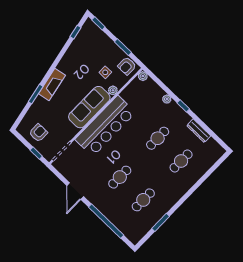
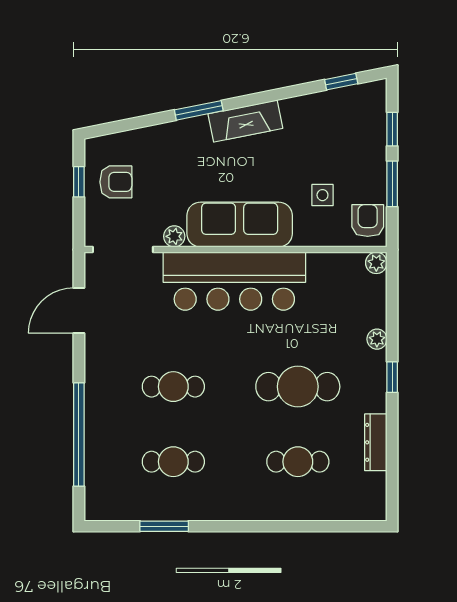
window: (98, 23) -> (392, 129), moved
armchair: (127, 66) -> (368, 221), turned 90
fireplace: (52, 85) -> (245, 121), moved
plant: (113, 90) -> (174, 236), moved
window: (36, 94) -> (199, 110), moved
cafe table: (158, 138) -> (298, 387), width x1.37, depth x1.35
window: (36, 153) -> (79, 182), moved
door: (75, 191) -> (79, 310), moved

